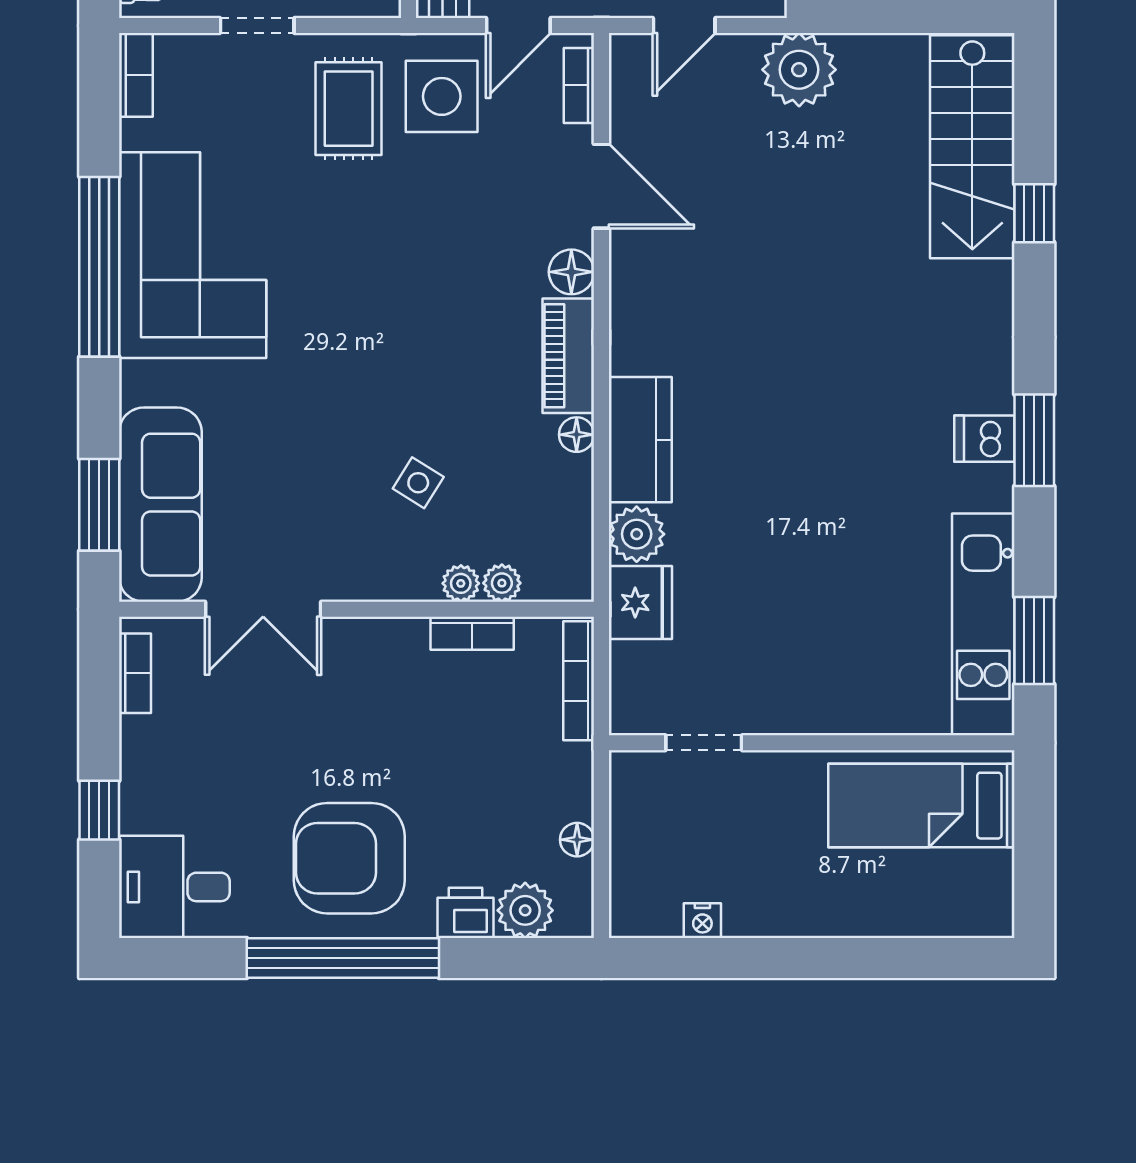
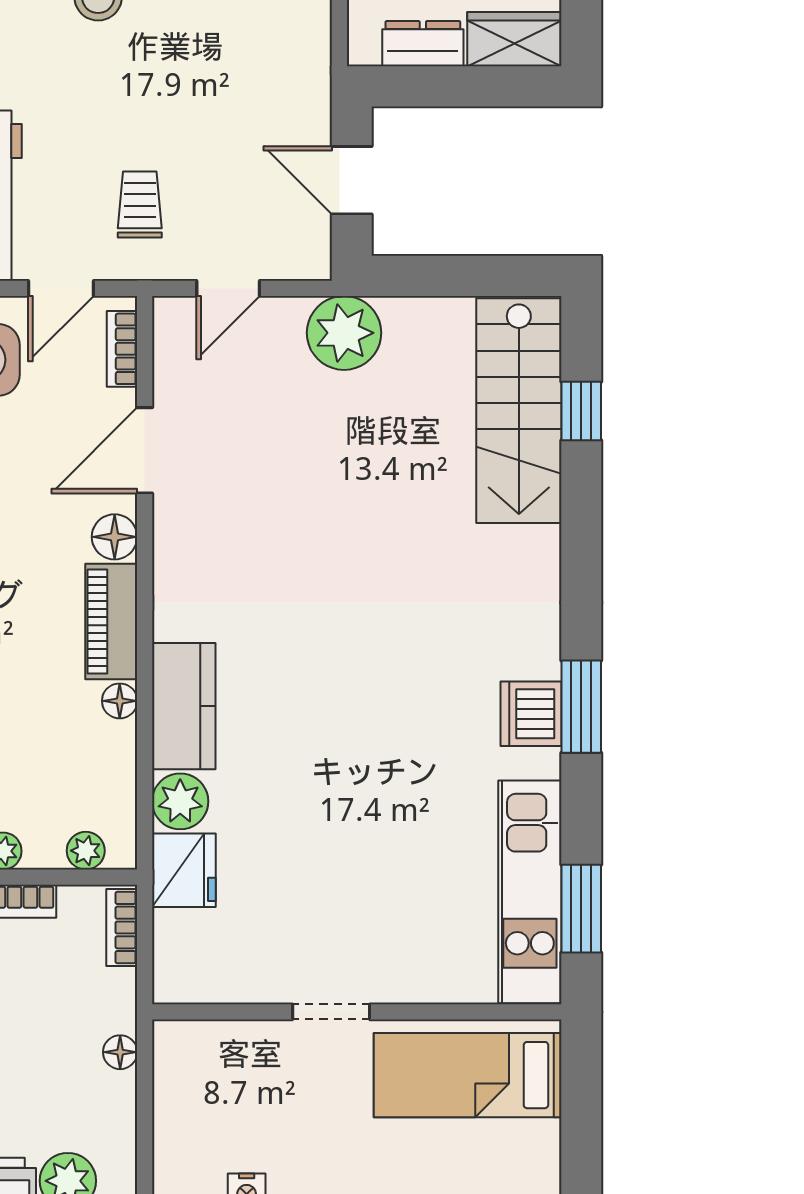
door: (601, 186) -> (145, 450), swing flipped
window: (1034, 213) -> (581, 411), moved
dishwasher: (984, 439) -> (531, 714), width x1.38
plant: (502, 583) -> (86, 851), moved
bookcase: (579, 681) -> (122, 927), width x0.64
doorway: (704, 743) -> (331, 1012), moved
floor lamp: (577, 840) -> (120, 1052), moved

